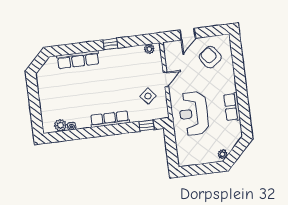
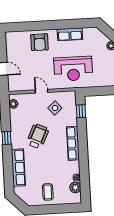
armchair: (210, 57) -> (40, 42), moved, turned -54
wheelchair: (115, 79) -> (38, 136), added
coffee table: (53, 95) -> (48, 192), added

